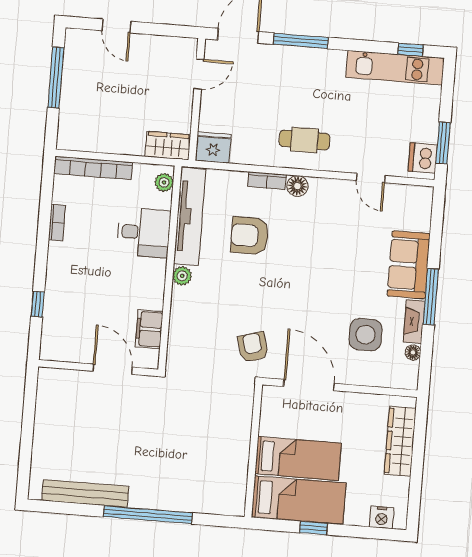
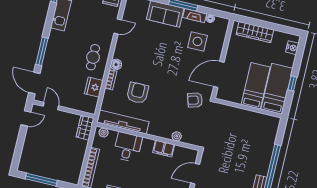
door: (116, 26) -> (26, 118), moved
fridge: (213, 147) -> (94, 87), moved
armchair: (250, 236) -> (138, 93), turned 180
plant: (182, 276) -> (177, 136), moved
filing cabinet: (149, 329) -> (164, 148), moved

